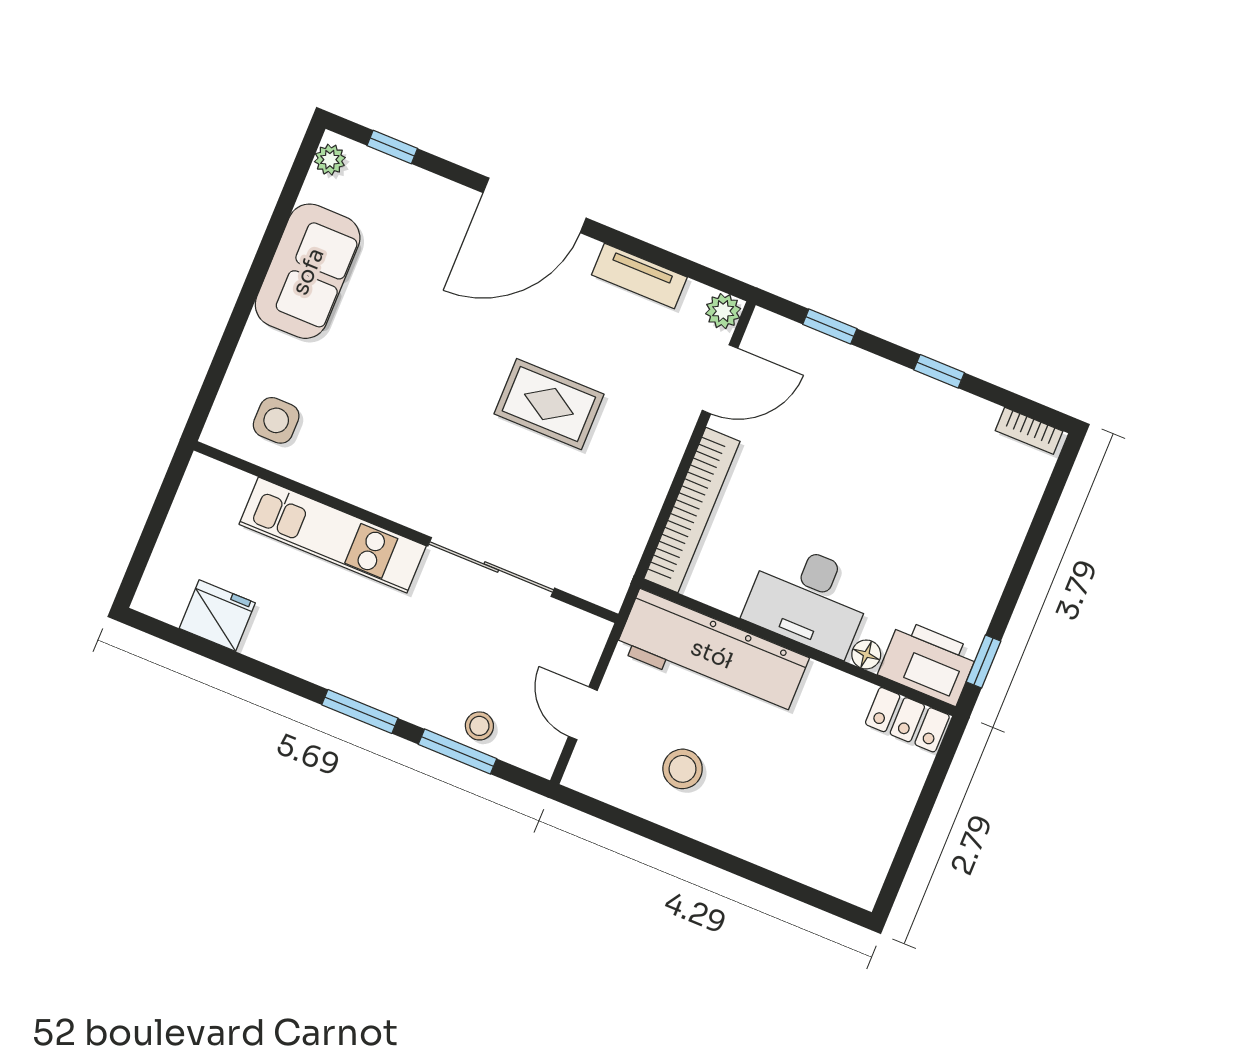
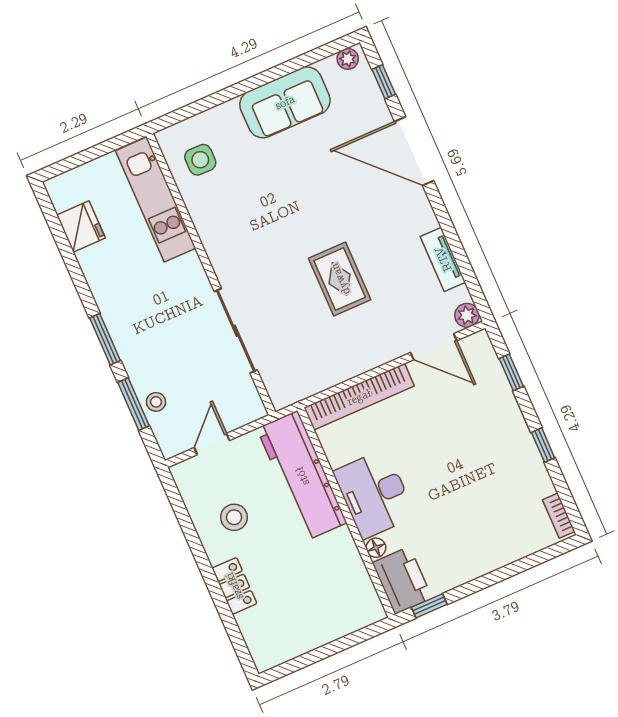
door: (535, 205) -> (414, 151), moved
kitchen unit: (333, 535) -> (156, 199), moved
locker: (907, 720) -> (234, 586), moved, turned 180

